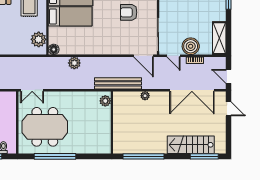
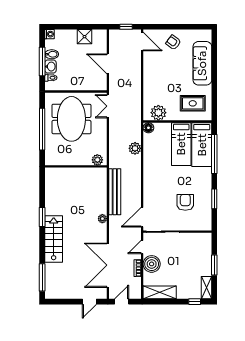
plant: (105, 101) -> (97, 160), moved
wall: (112, 122) -> (76, 166), moved
stairs: (191, 145) -> (54, 239), moved
window: (143, 156) -> (42, 217), width x0.47

